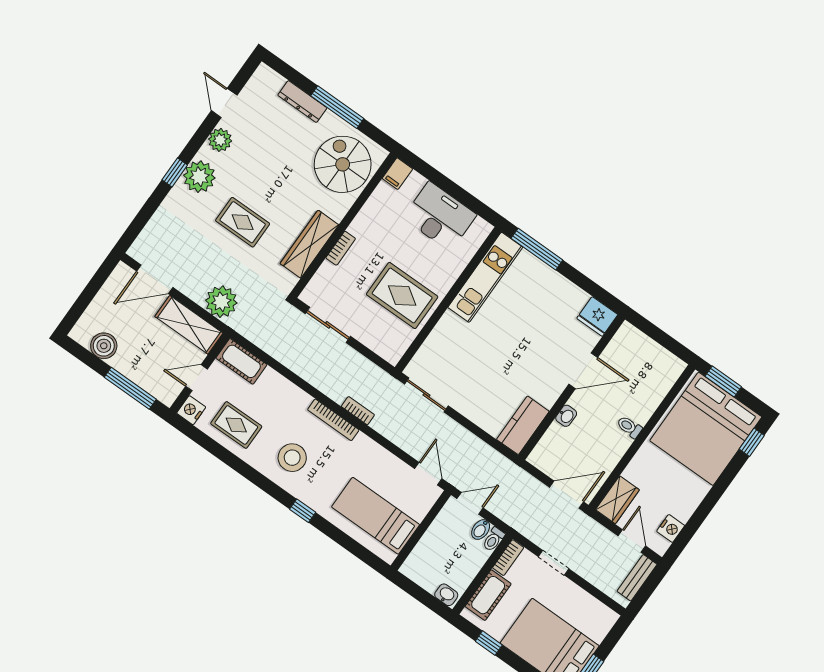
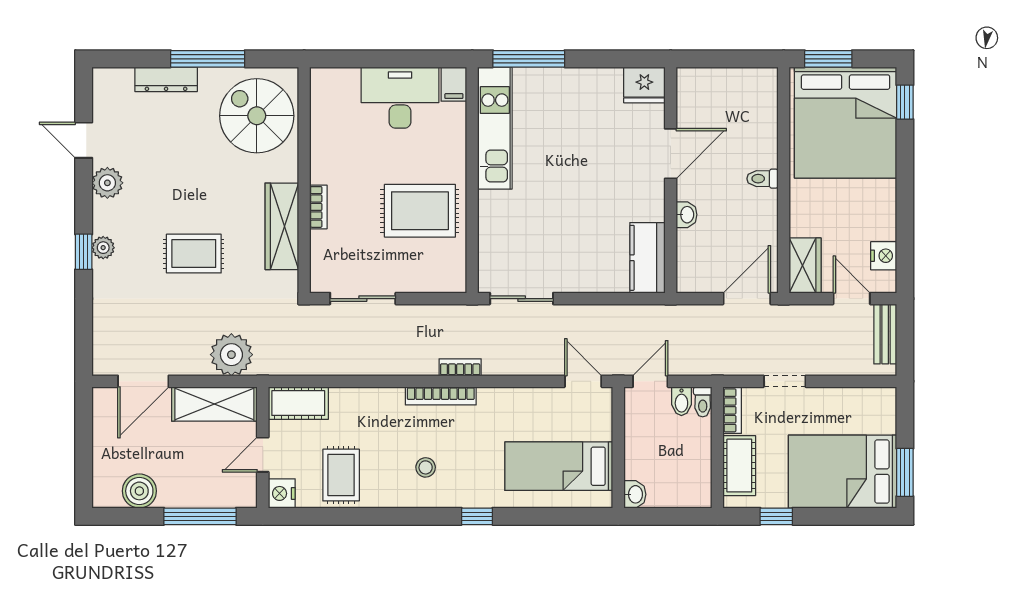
filing cabinet: (397, 174) -> (454, 84), moved
plant: (199, 177) -> (103, 248), width x0.53, depth x0.53
rug: (236, 425) -> (341, 475), turned 90
stool: (292, 458) -> (426, 467), width x0.53, depth x0.53
washbasin: (446, 595) -> (635, 494), moved, turned 90

